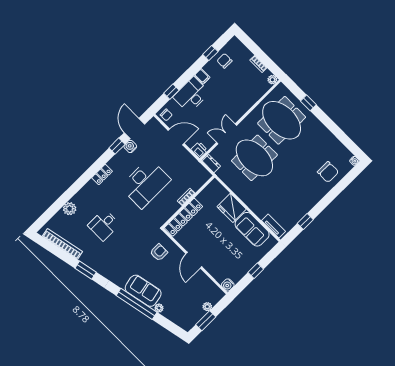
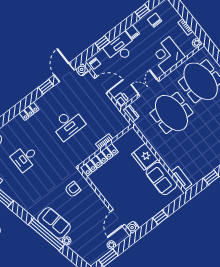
corner desk: (242, 96) -> (167, 55), added
water cooler: (130, 146) -> (82, 70), moved
desk: (145, 183) -> (68, 124), width x0.73, depth x0.77
door: (194, 260) -> (118, 218), moved

